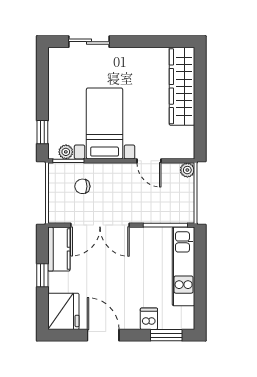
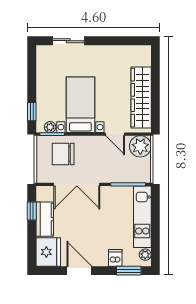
wardrobe: (182, 86) -> (141, 98), moved
plant: (187, 170) -> (140, 146), width x1.88, depth x1.88
chair: (82, 186) -> (63, 154), width x1.87, depth x1.87
kitchen counter: (59, 249) -> (45, 219), moved
window: (42, 275) -> (32, 211), moved
plant: (187, 315) -> (145, 255), added

